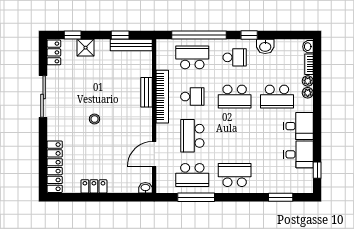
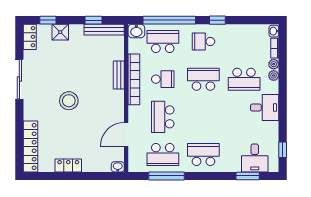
washbasin: (265, 46) -> (136, 31), moved
school desk: (235, 57) -> (203, 41), turned 180
school desk: (235, 97) -> (203, 79), turned 180
stool: (95, 119) -> (69, 101), width x1.89, depth x1.89
desk: (298, 154) -> (255, 158), moved, turned 90

